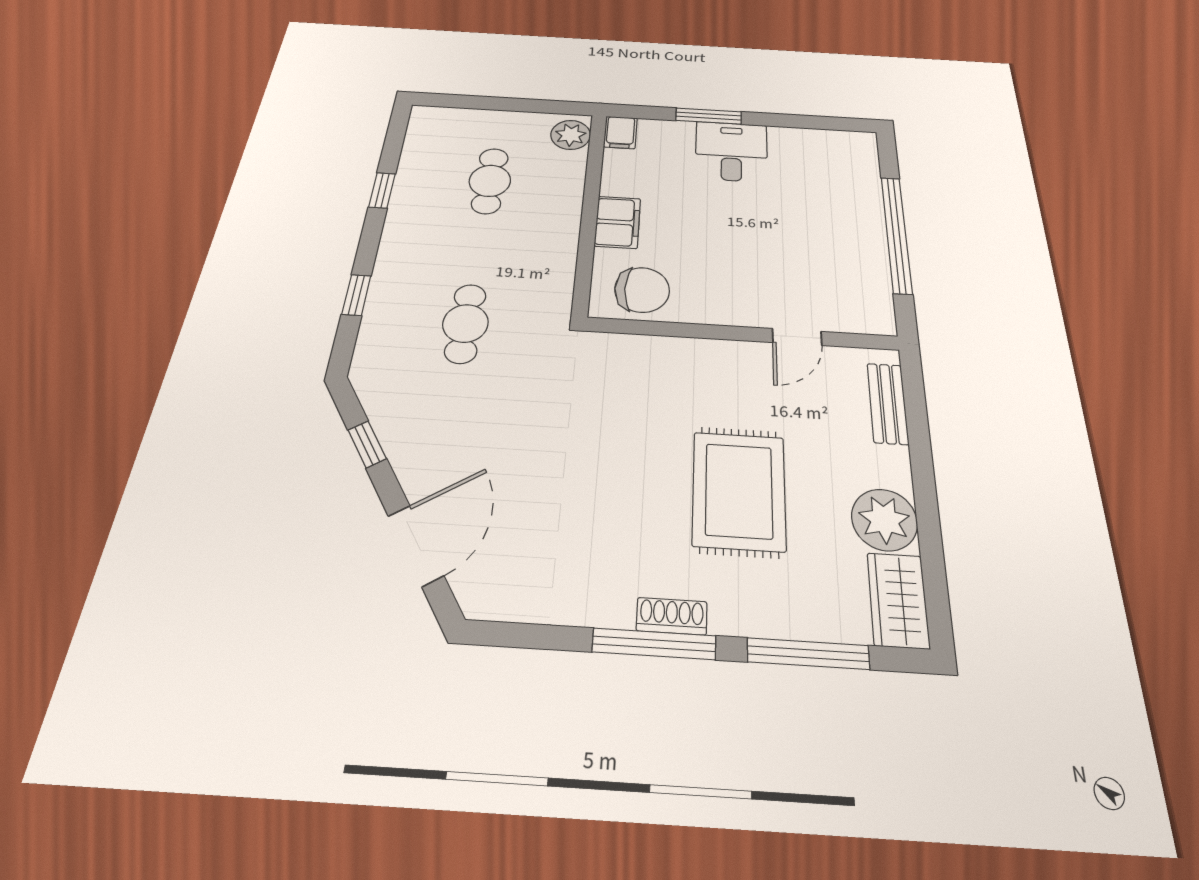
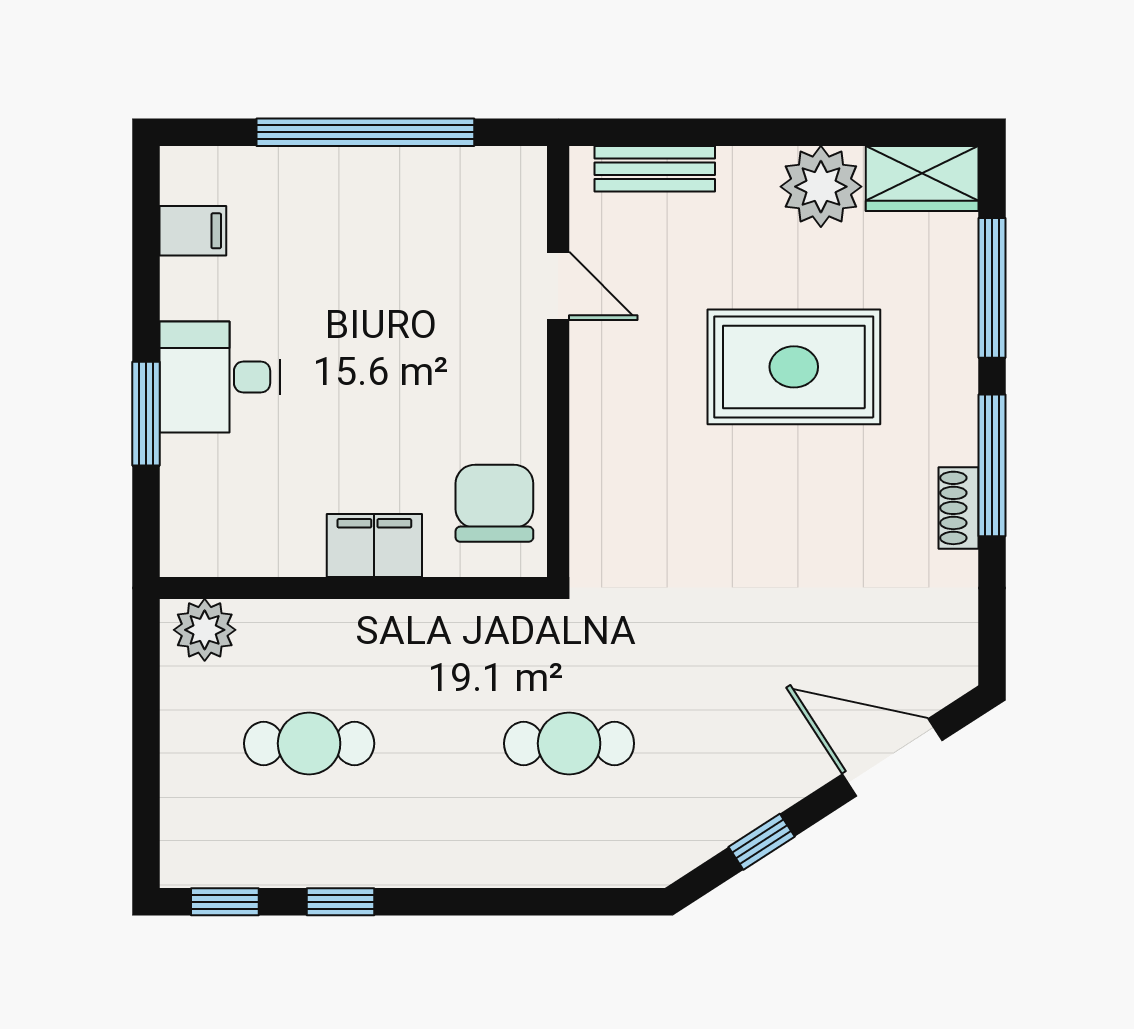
filing cabinet: (620, 132) -> (193, 231), moved
window: (356, 295) -> (225, 902), moved
shoe rack: (672, 616) -> (959, 508), moved

